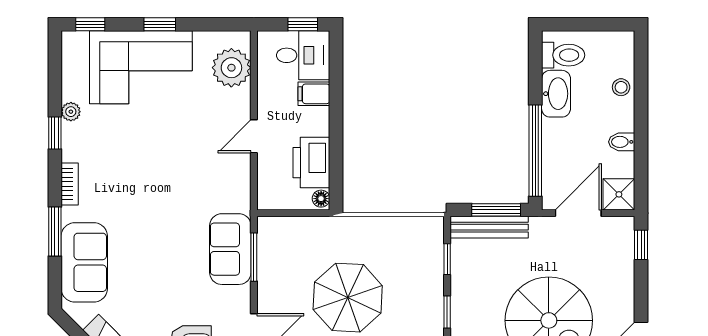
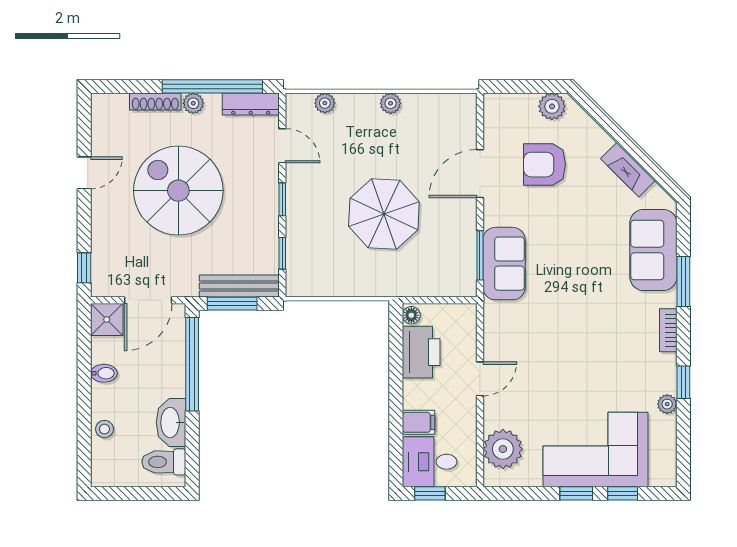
window: (90, 24) -> (623, 493), moved

